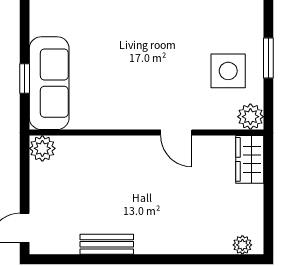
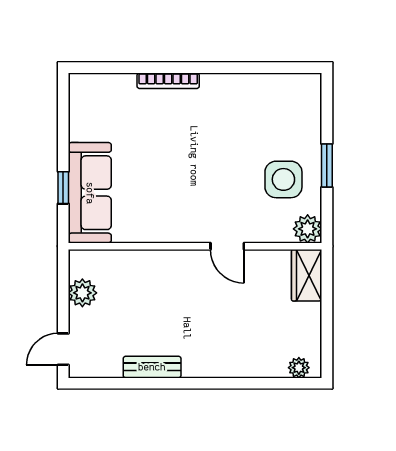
plant: (42, 148) -> (82, 293), moved

